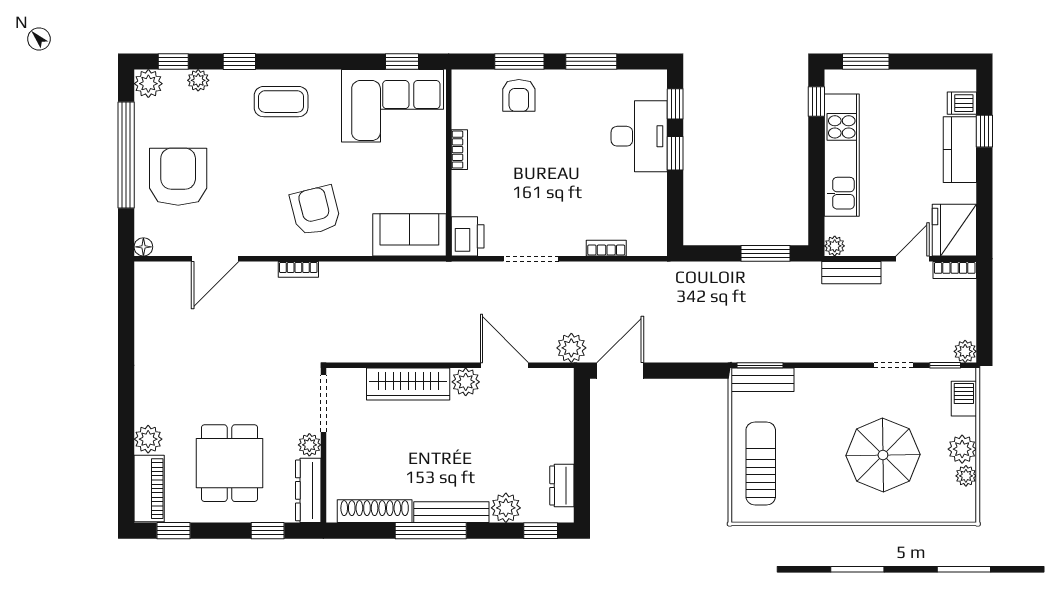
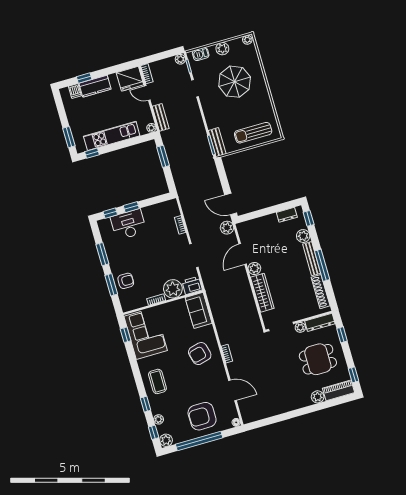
plant: (472, 193) -> (173, 289), added
plant: (966, 476) -> (247, 40), moved

